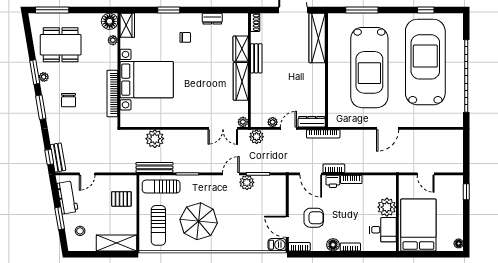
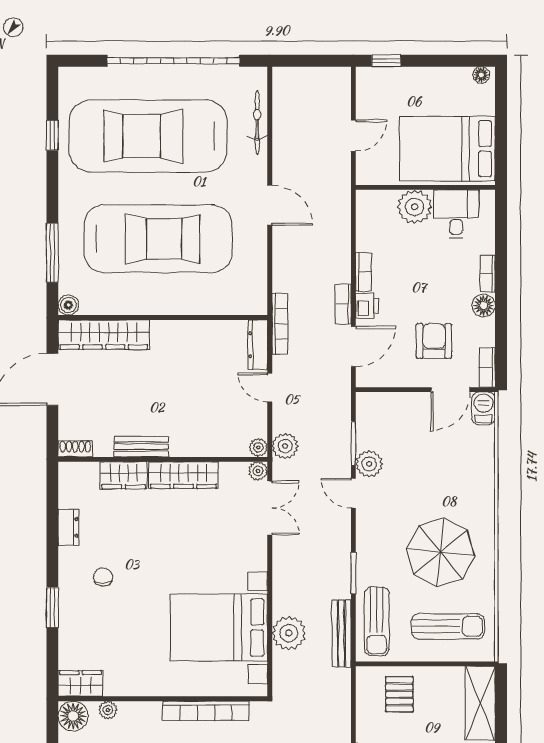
boiler: (333, 19) -> (68, 305), added
bed with nightstands: (147, 80) -> (219, 628), moved, turned -90
bicycle: (433, 121) -> (257, 122), added
plant: (273, 122) -> (258, 447), moved

